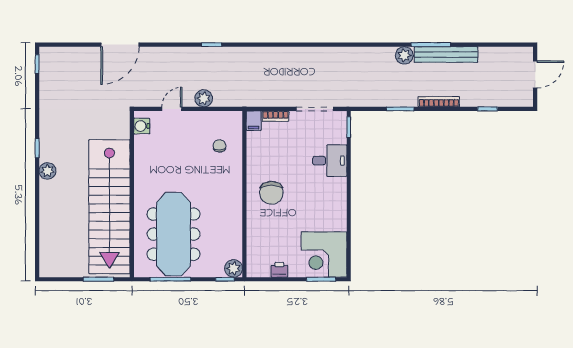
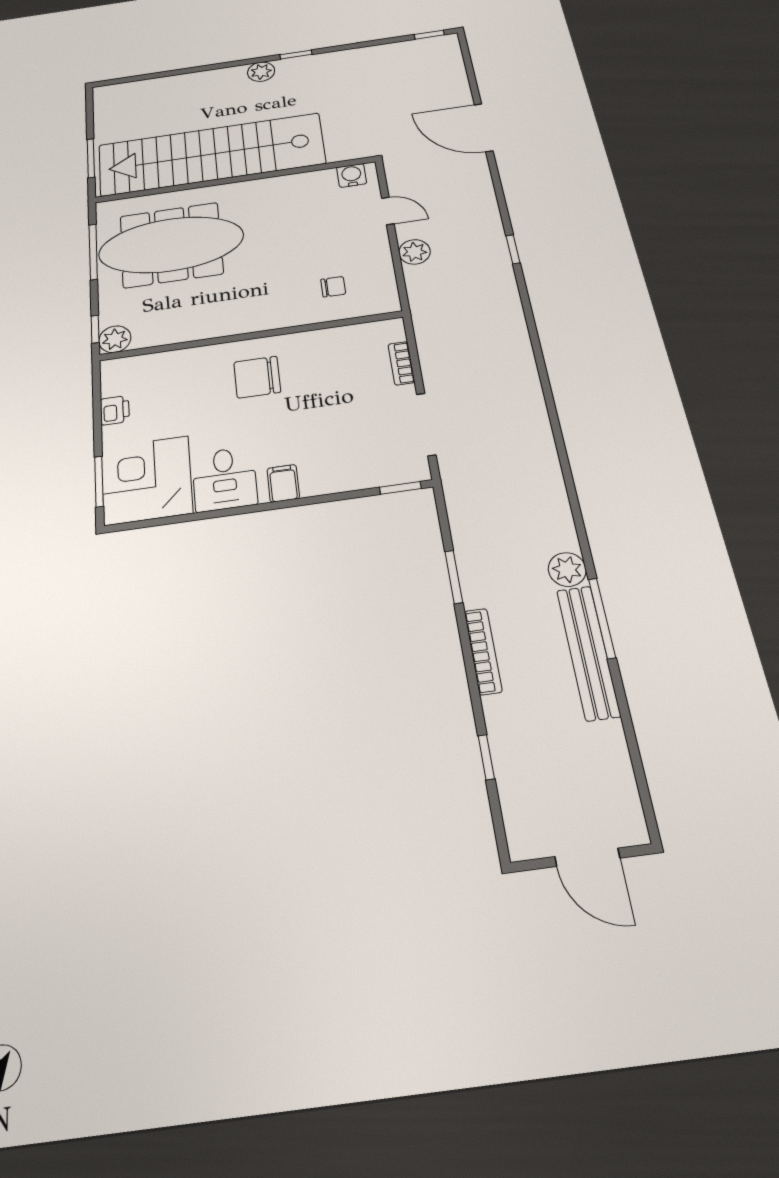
filing cabinet: (254, 121) -> (283, 483), moved, turned 90
desk: (330, 161) -> (224, 479), moved

